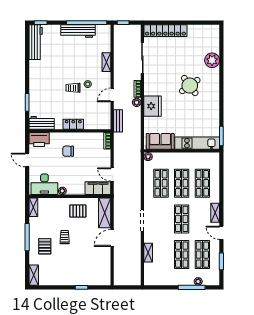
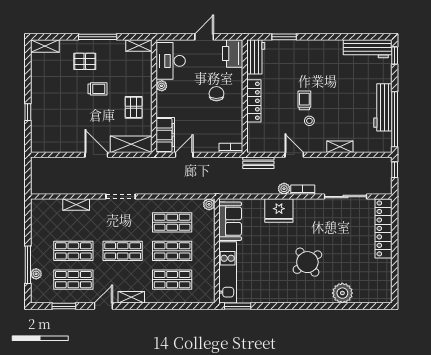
locker: (73, 124) -> (254, 101), width x1.53

